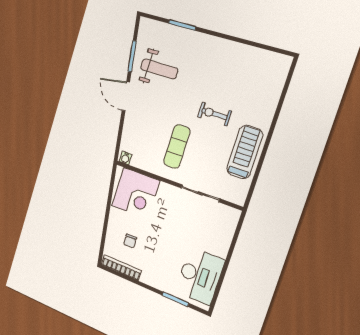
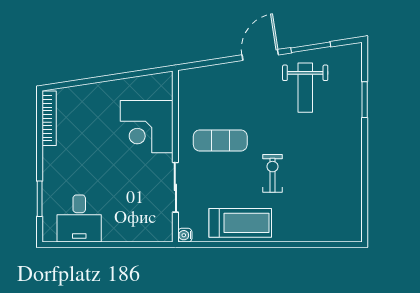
water cooler: (125, 158) -> (185, 235), moved
corner desk: (136, 193) -> (147, 127), moved
chair: (130, 241) -> (86, 119), removed
desk: (200, 276) -> (79, 219), width x0.73

